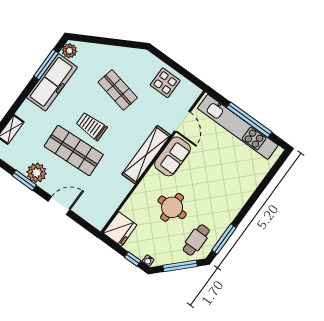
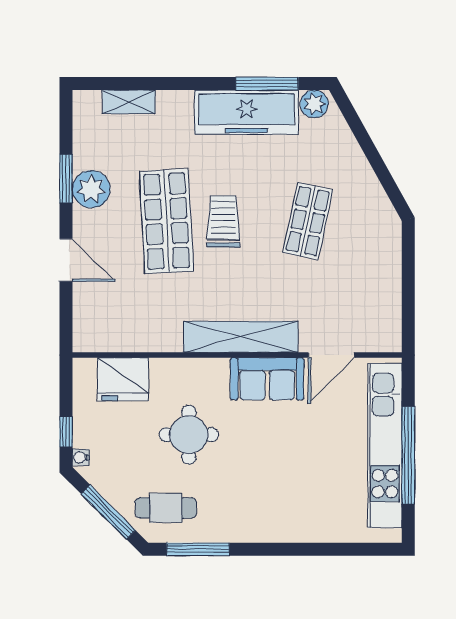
display table: (165, 83) -> (372, 286), removed
fridge: (120, 229) -> (123, 379), moved

